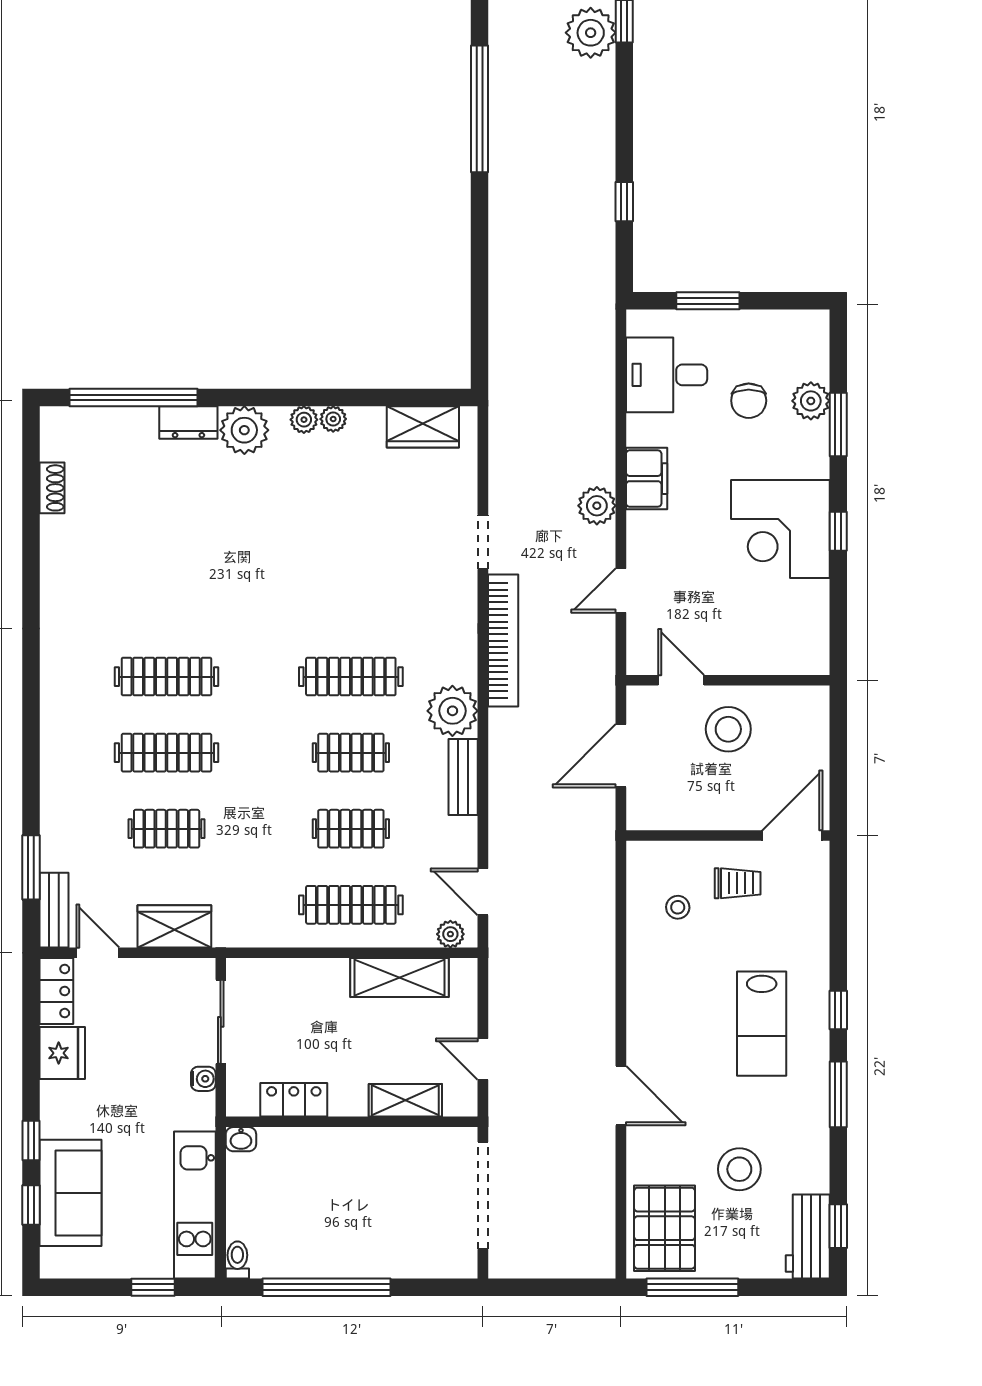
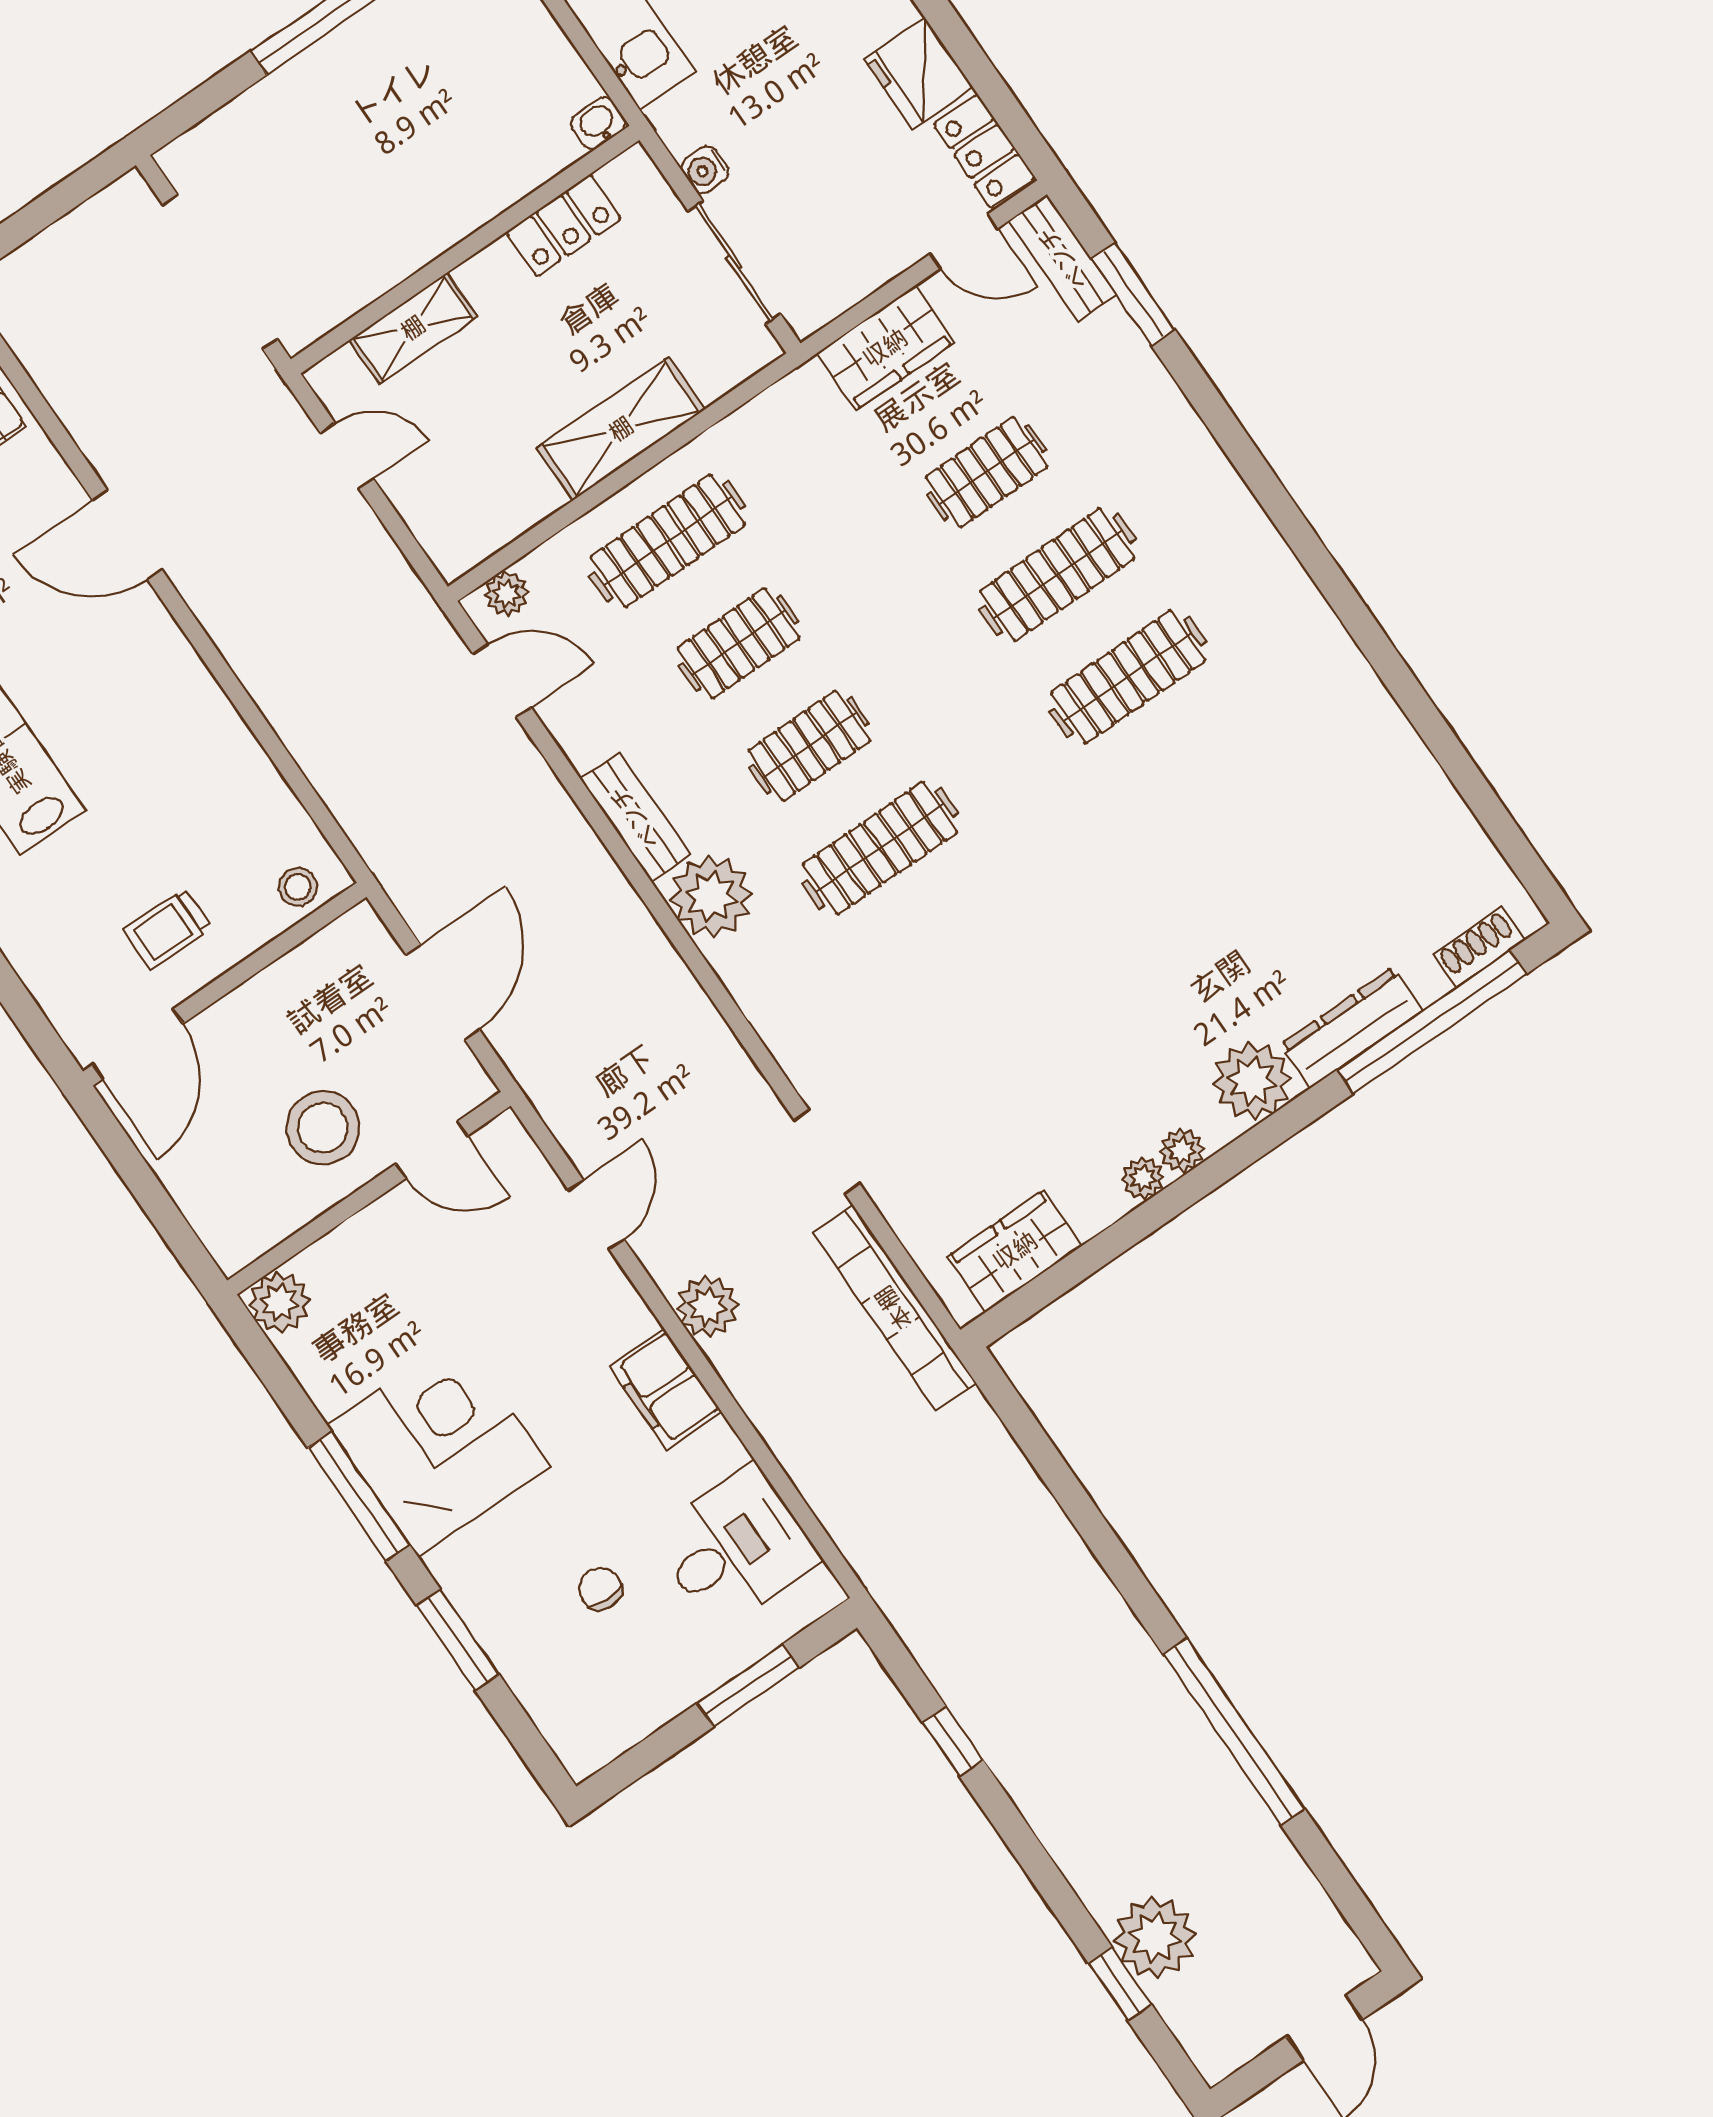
chair: (749, 401) -> (600, 1589), width x0.73, depth x0.73
plant: (811, 401) -> (279, 1302), moved
dresser: (188, 422) -> (1352, 1028), width x1.44
shoe rack: (52, 488) -> (1479, 948), moved, turned 90
window: (838, 531) -> (359, 1496), width x2.17
bookcase: (503, 641) -> (894, 1308), moved
stool: (678, 907) -> (298, 887), moved
shelving: (400, 978) -> (621, 429), moved

